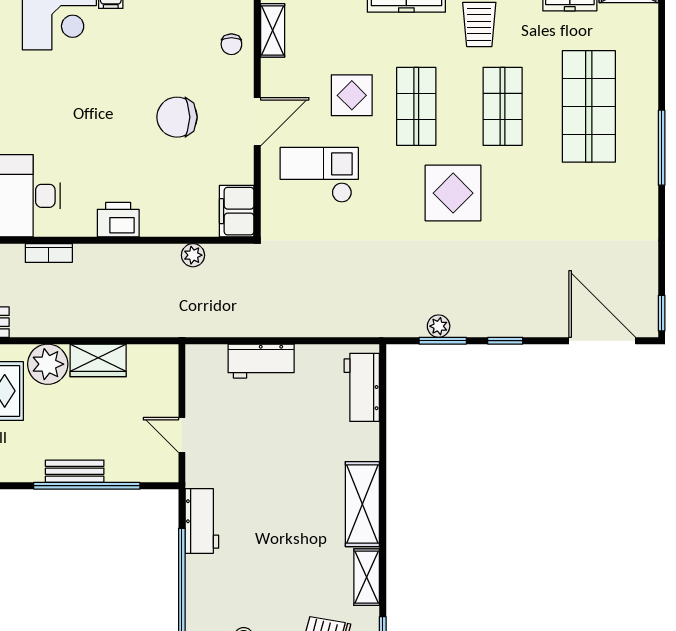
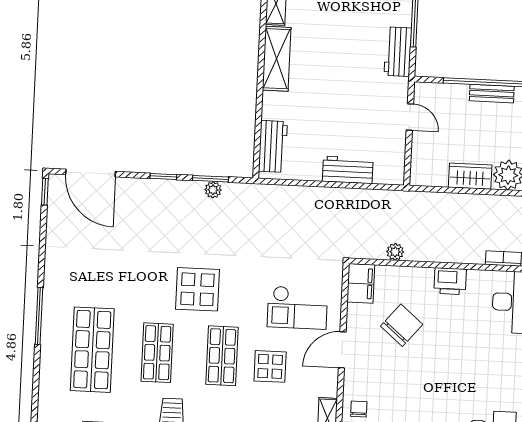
chair: (177, 117) -> (402, 325), moved, turned -50

